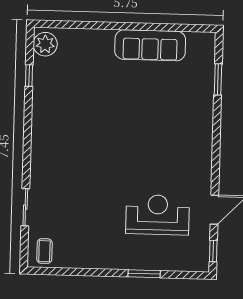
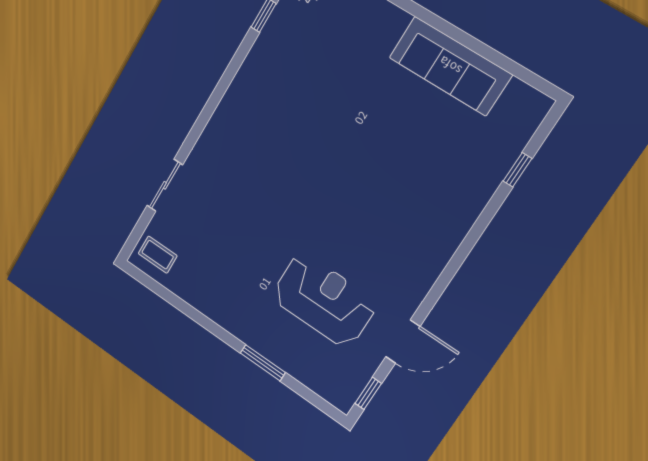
window: (218, 79) -> (517, 170), width x0.67
coffee table: (44, 251) -> (158, 255), turned 90

